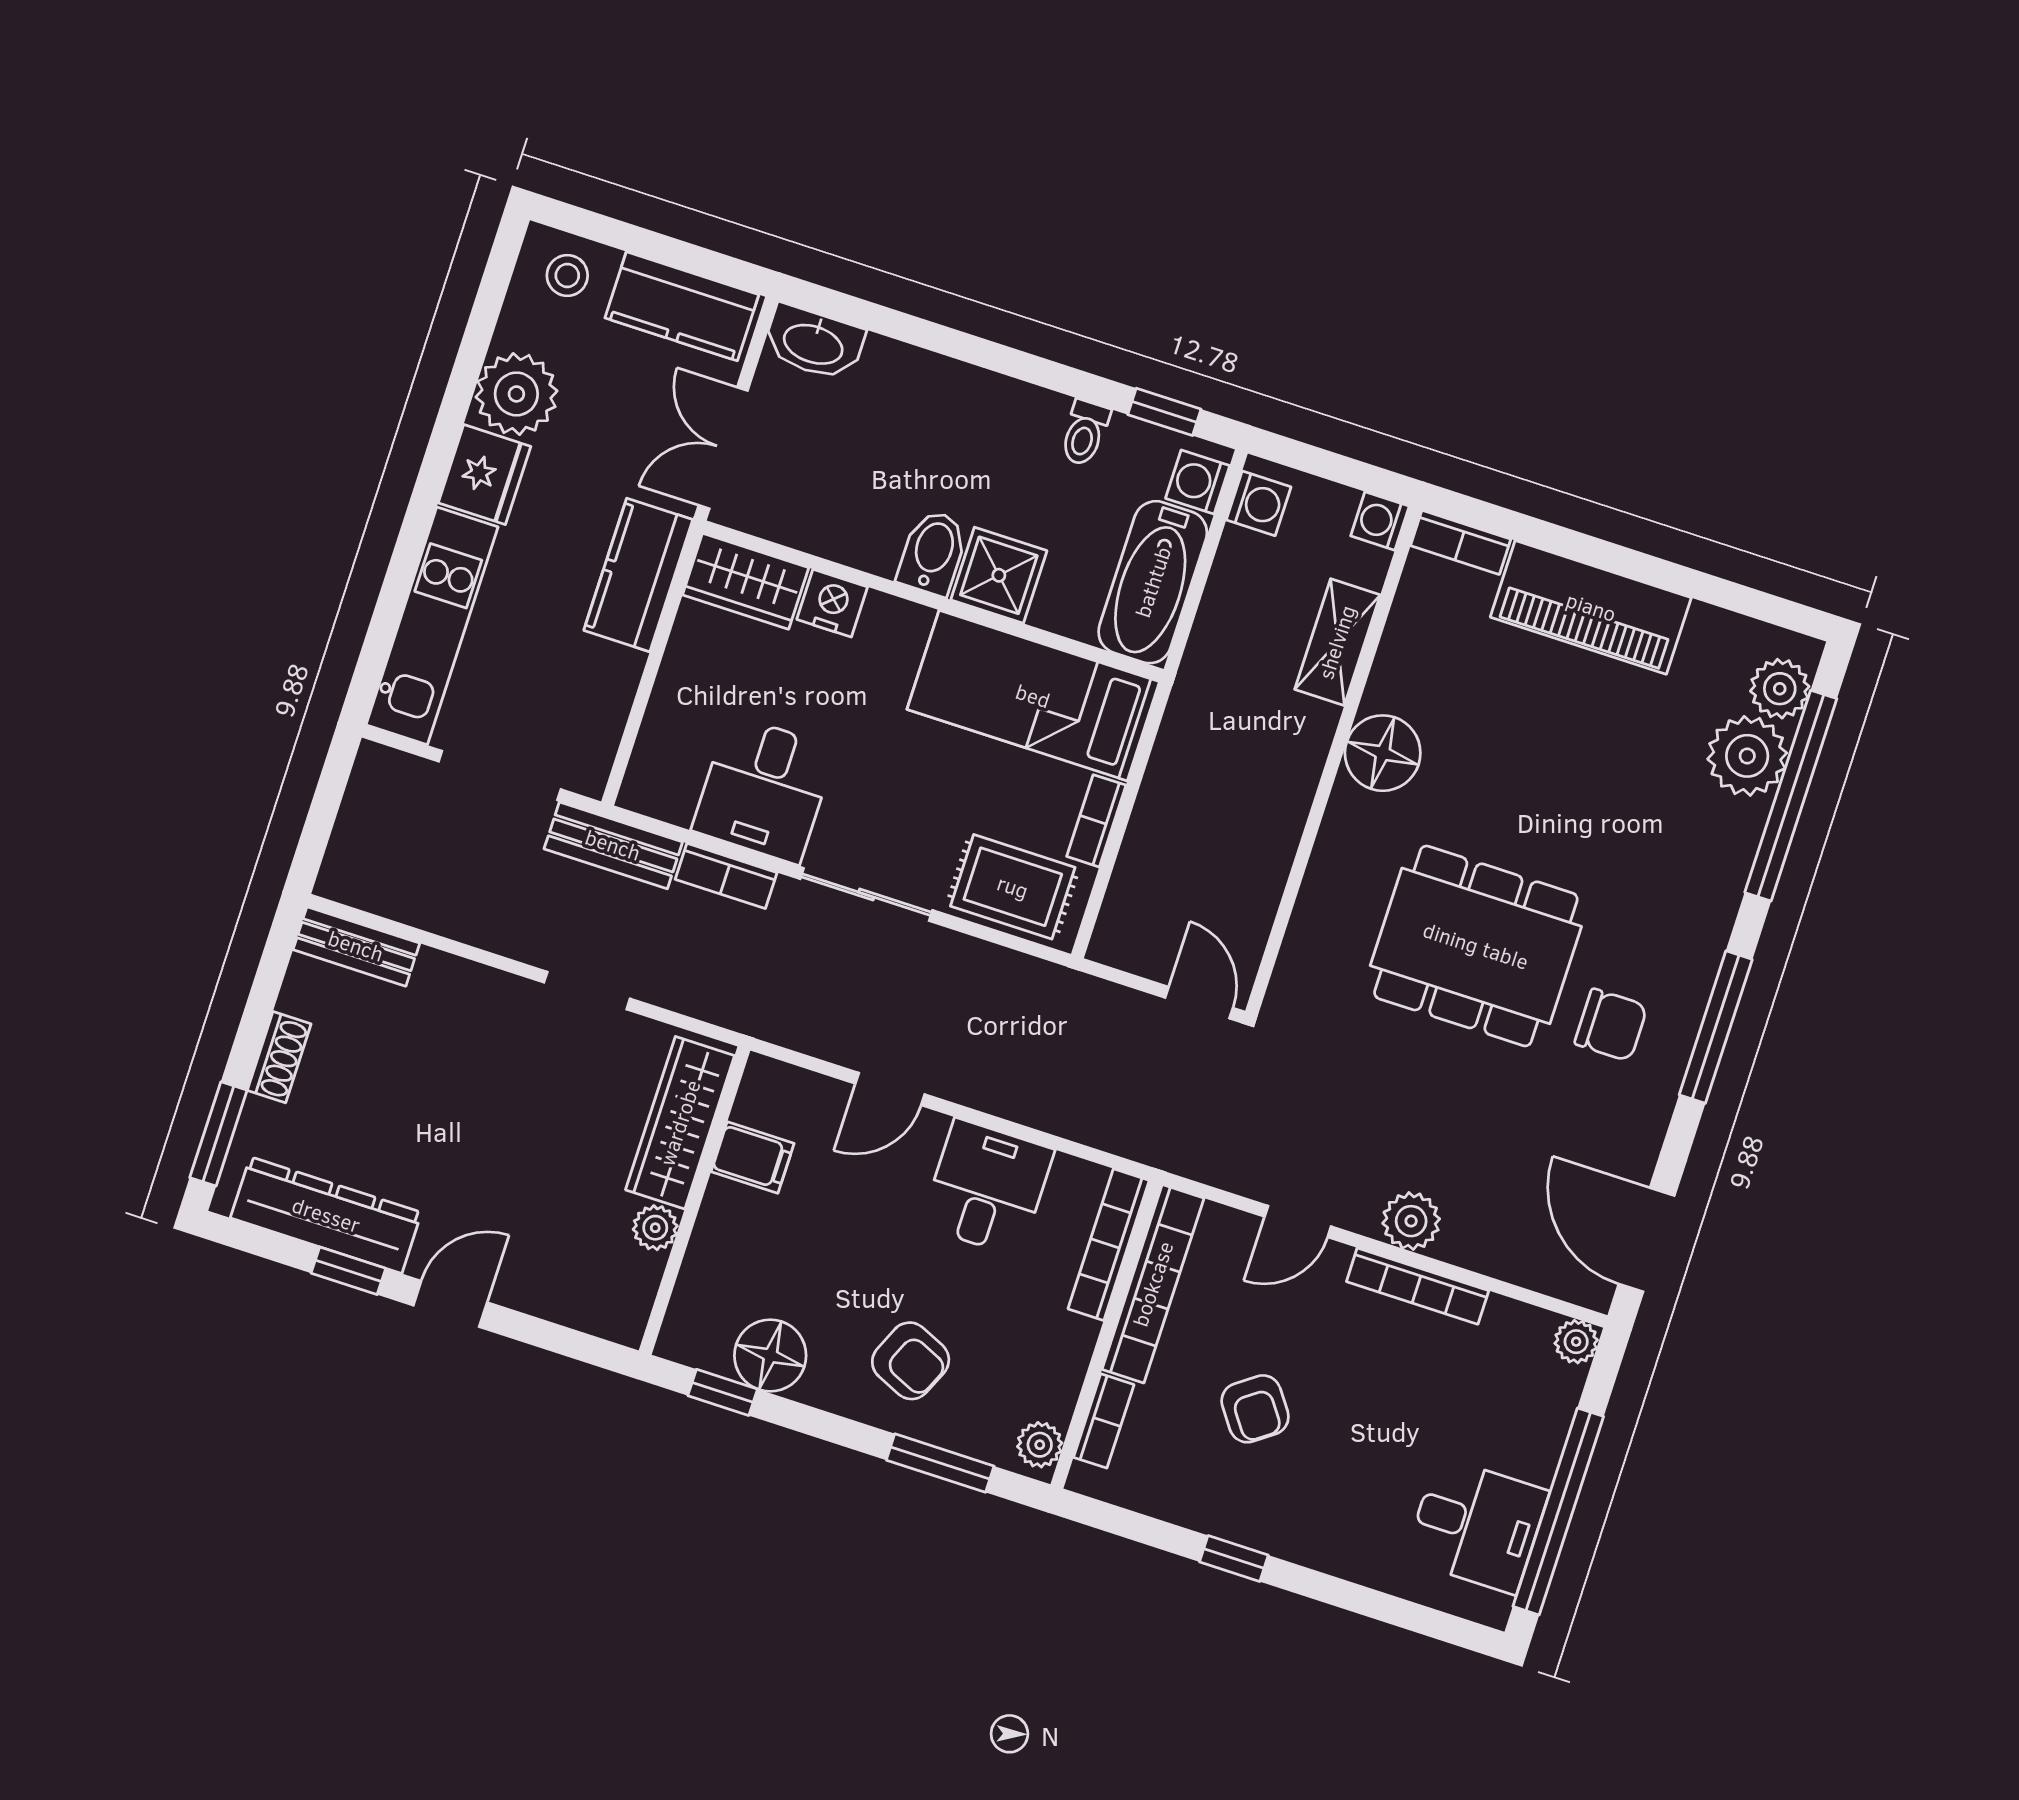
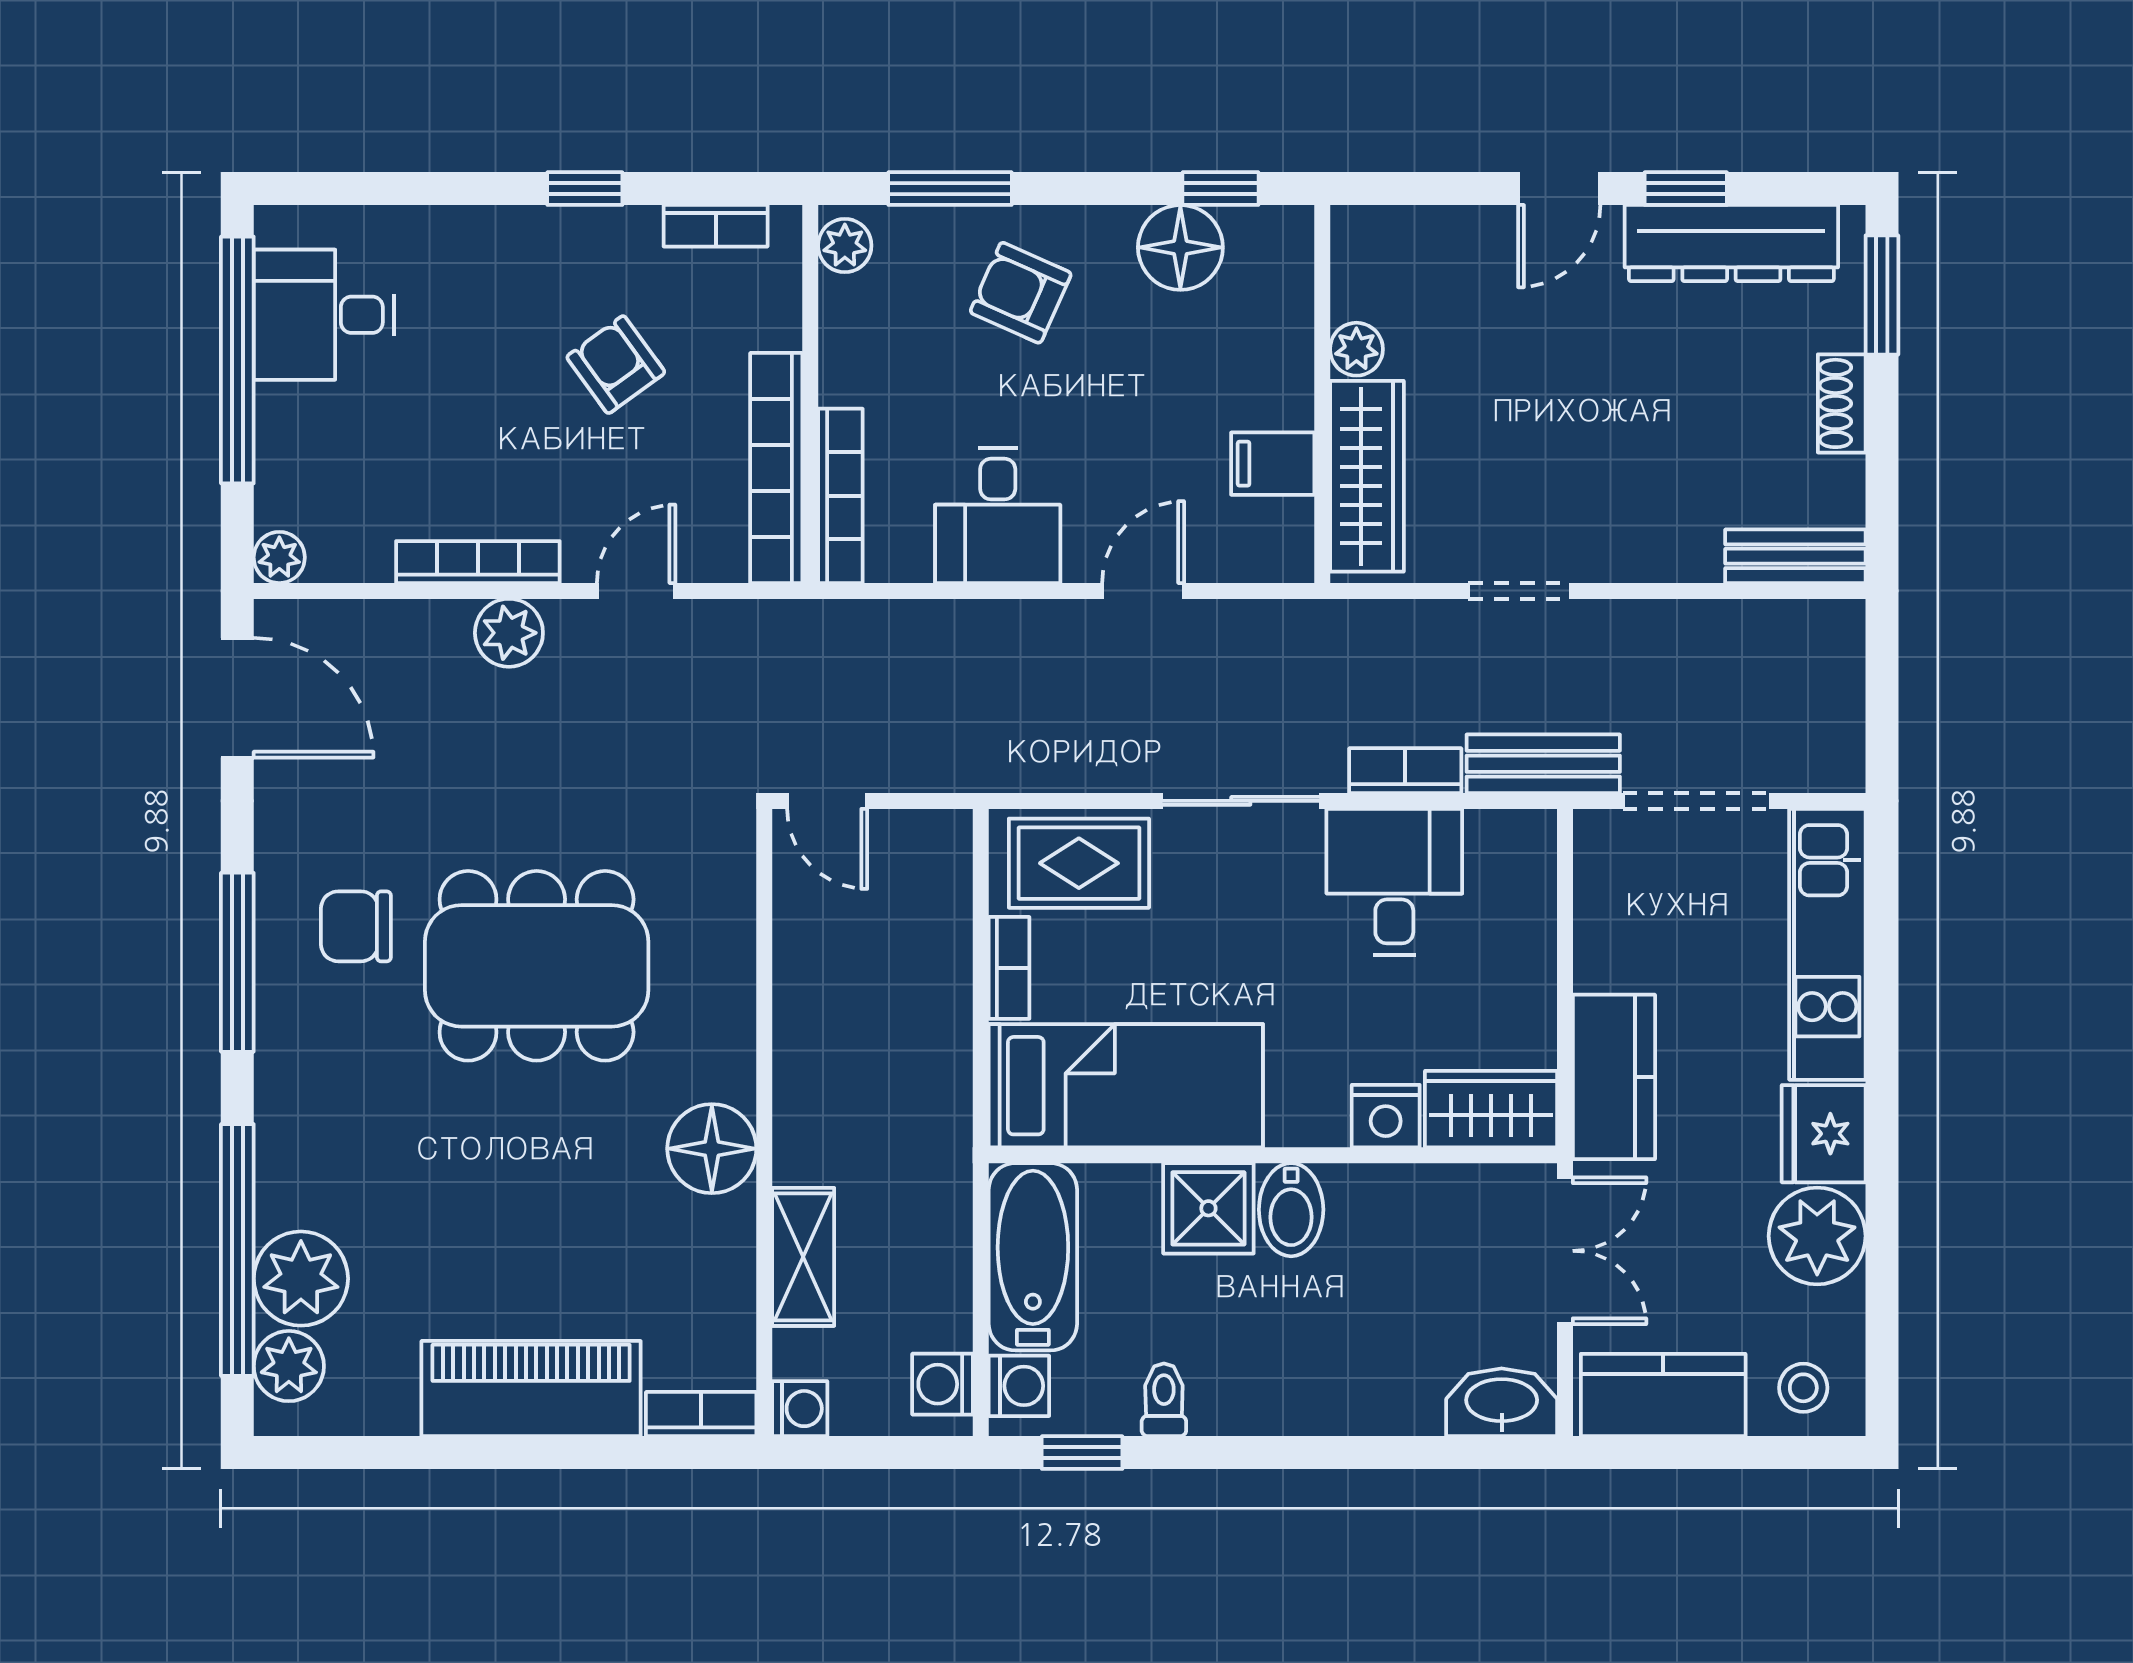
bookcase: (1104, 1421) -> (716, 226), moved, turned -90

